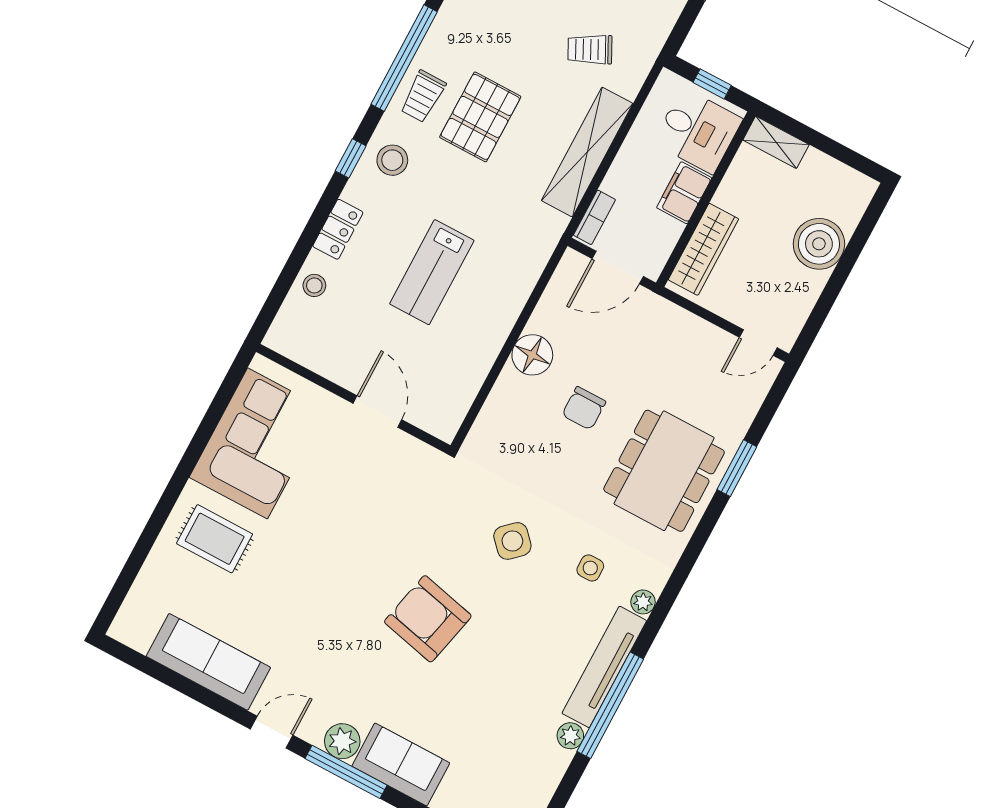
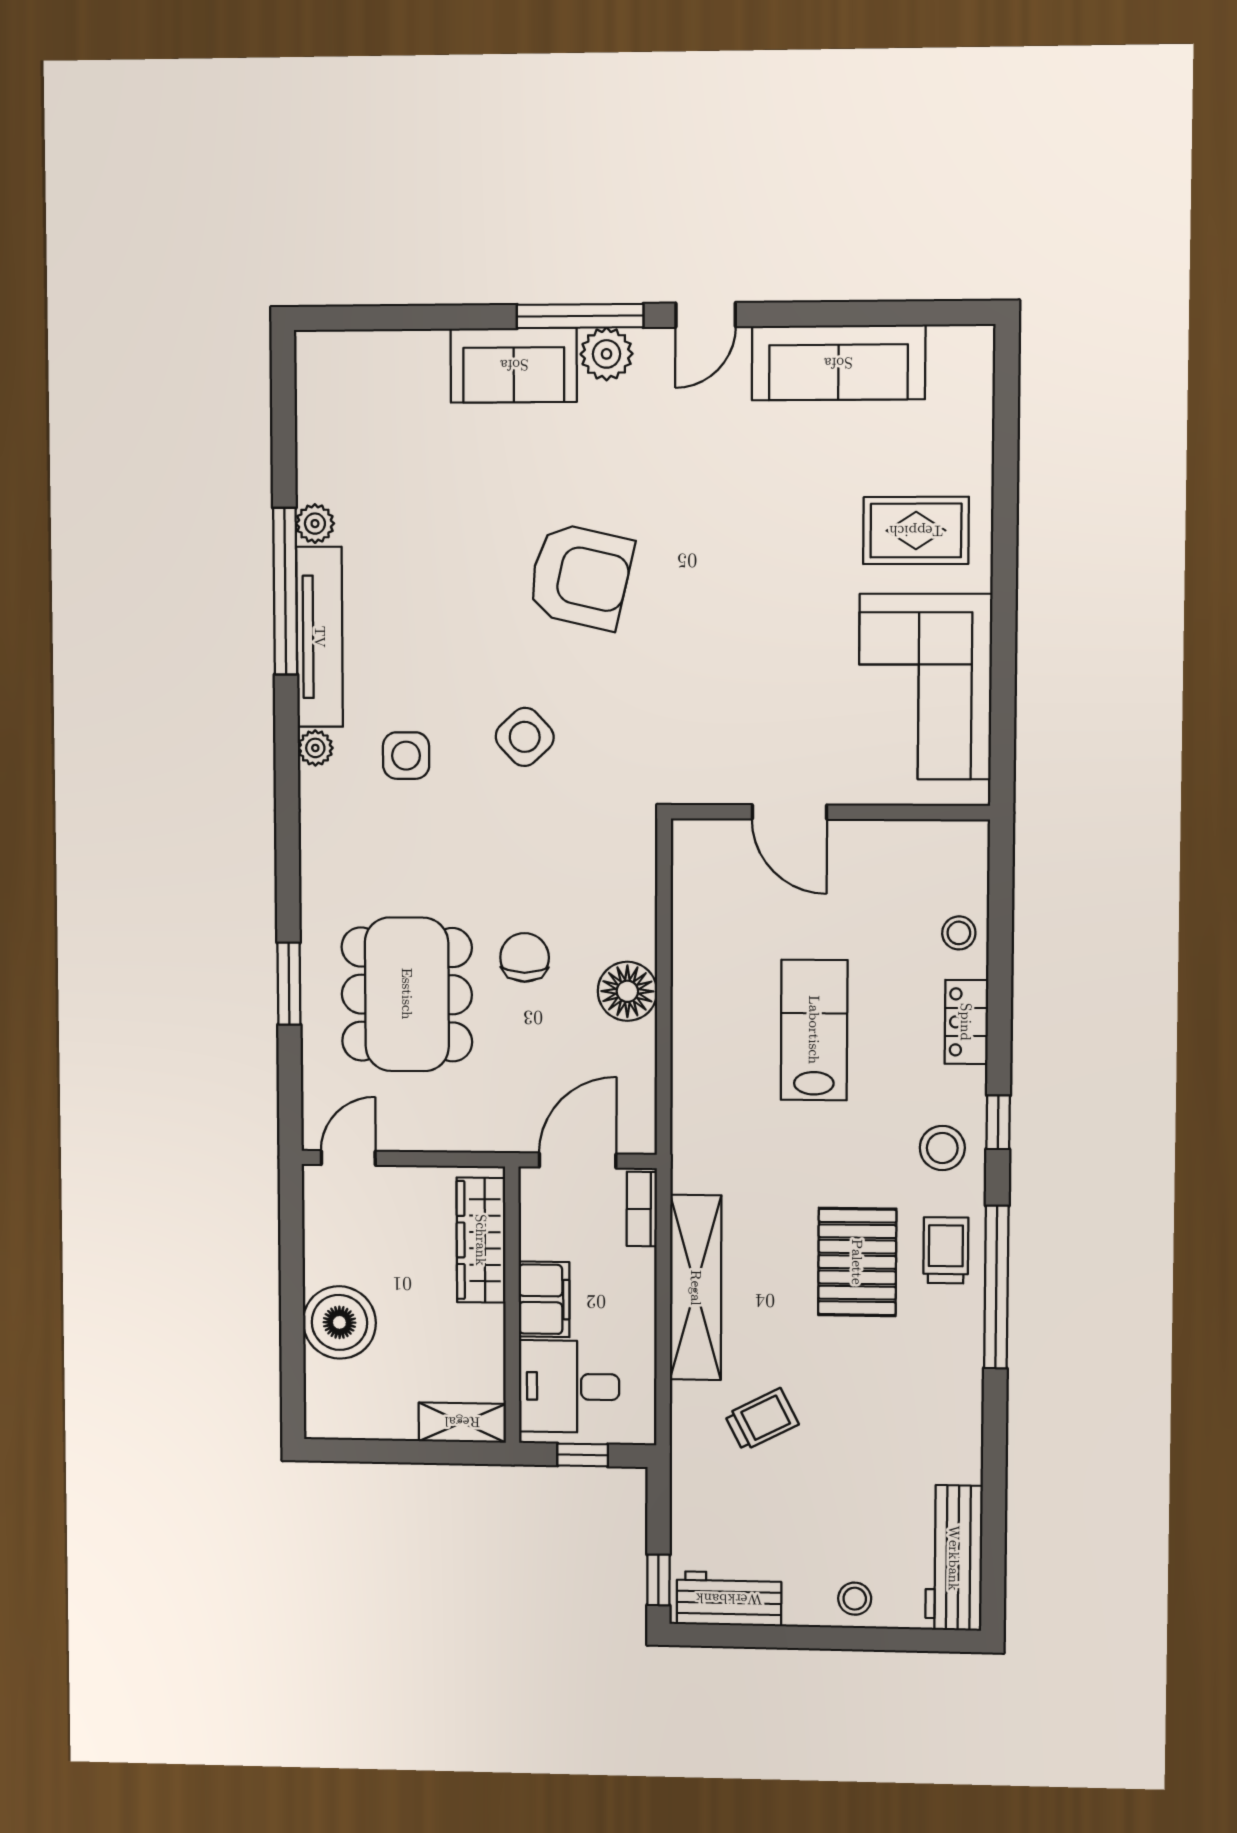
dining table: (664, 471) -> (407, 994), moved
side table: (590, 568) -> (406, 756), width x1.37, depth x1.37

